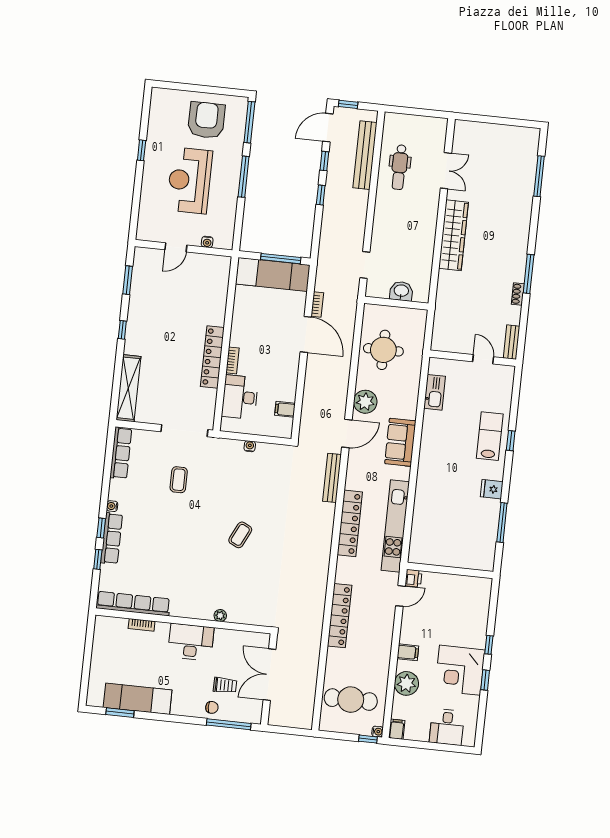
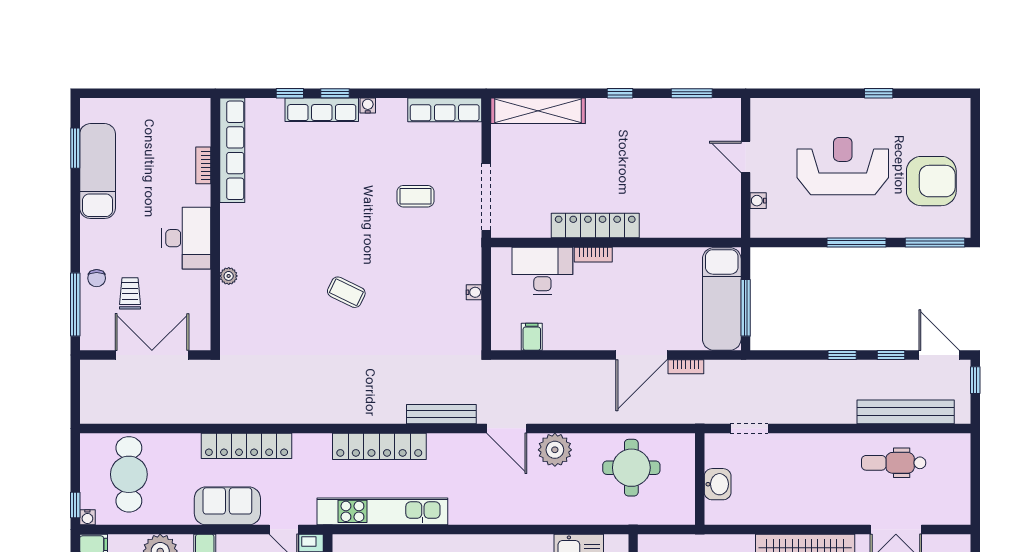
sofa: (400, 442) -> (227, 506), moved
trolley: (225, 685) -> (130, 293), turned 180

